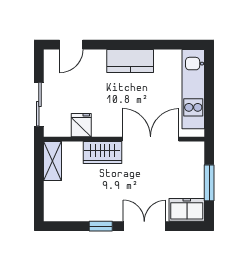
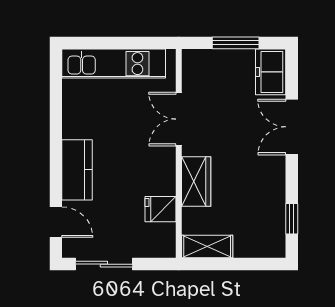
kitchen counter: (130, 61) -> (77, 170), moved
sliding door: (39, 104) -> (104, 264), moved
double door: (151, 139) -> (179, 119), width x0.73
window: (101, 226) -> (292, 219), moved

